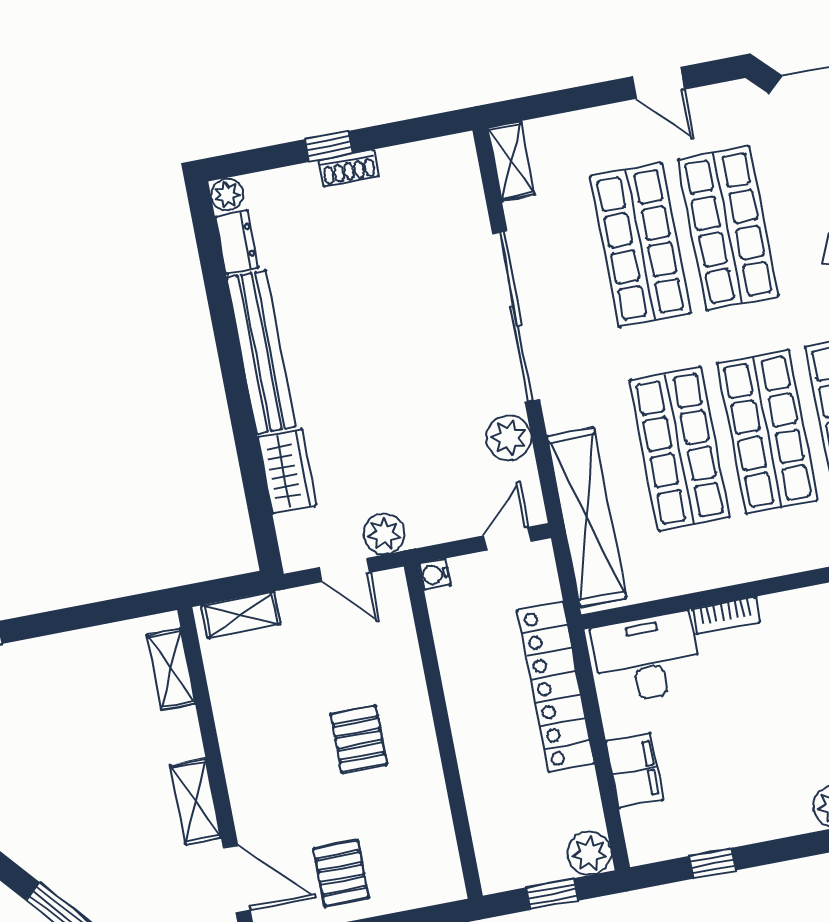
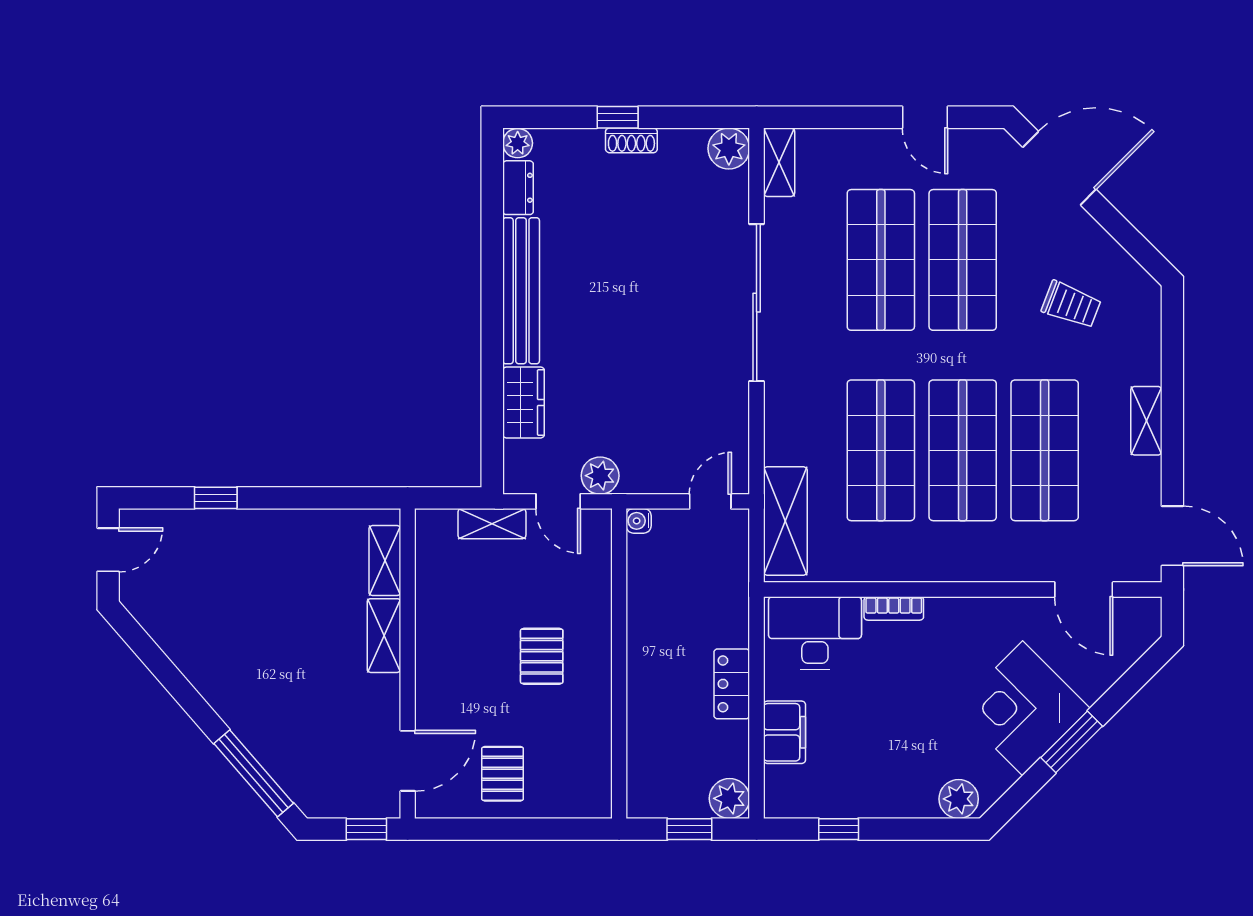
plant: (509, 438) -> (729, 148), moved
shelving: (587, 517) -> (785, 521), width x0.68
shelving: (241, 615) -> (492, 524), moved
locker: (556, 687) -> (732, 684), width x0.46, depth x0.83
shelving: (196, 801) -> (384, 636), moved
door: (237, 879) -> (408, 761), hinge flipped

